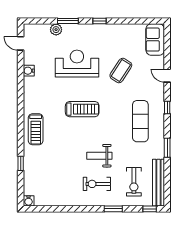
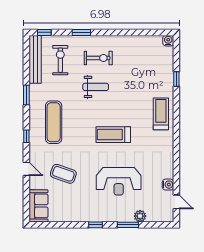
water cooler: (29, 71) -> (168, 185), moved
coffee table: (121, 71) -> (63, 174), moved, turned 76

